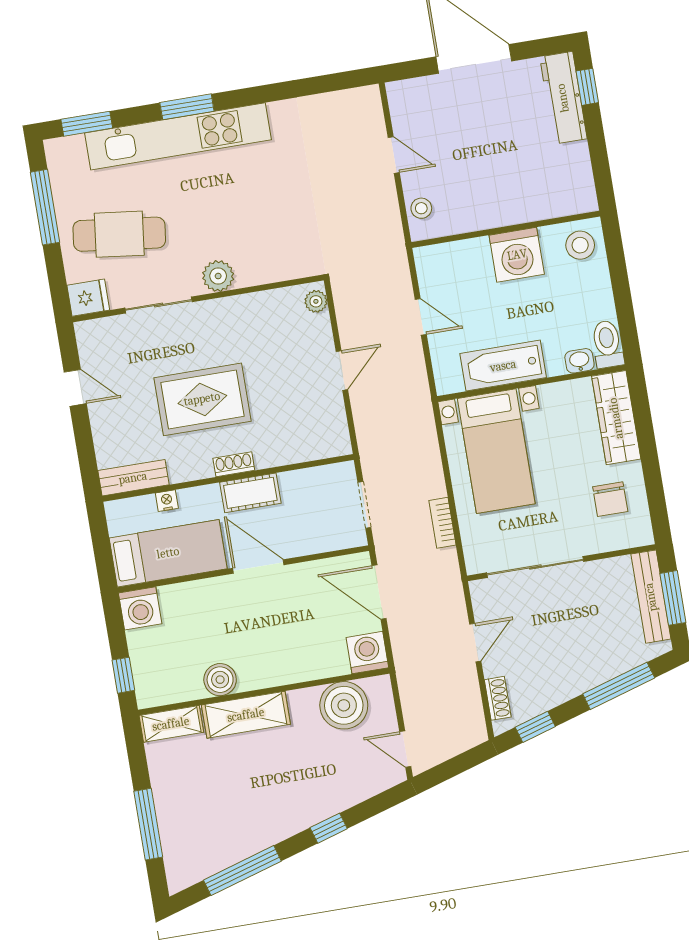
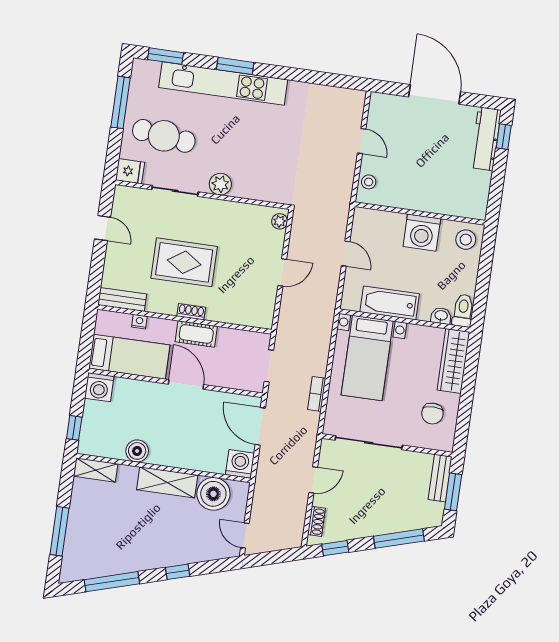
bench: (651, 597) -> (440, 478), width x0.73
shelving: (246, 715) -> (167, 482), moved

